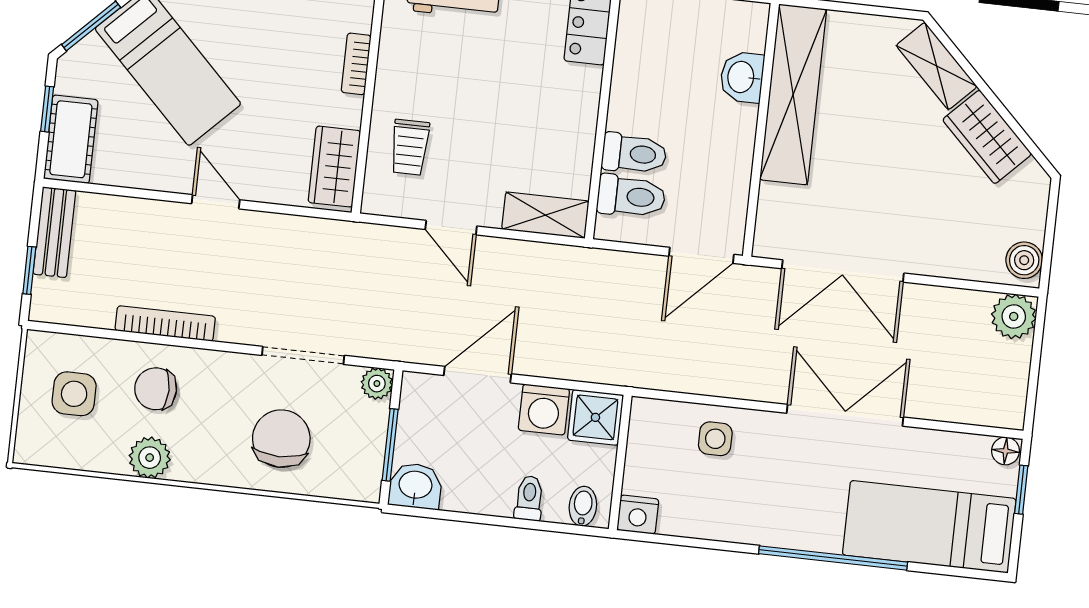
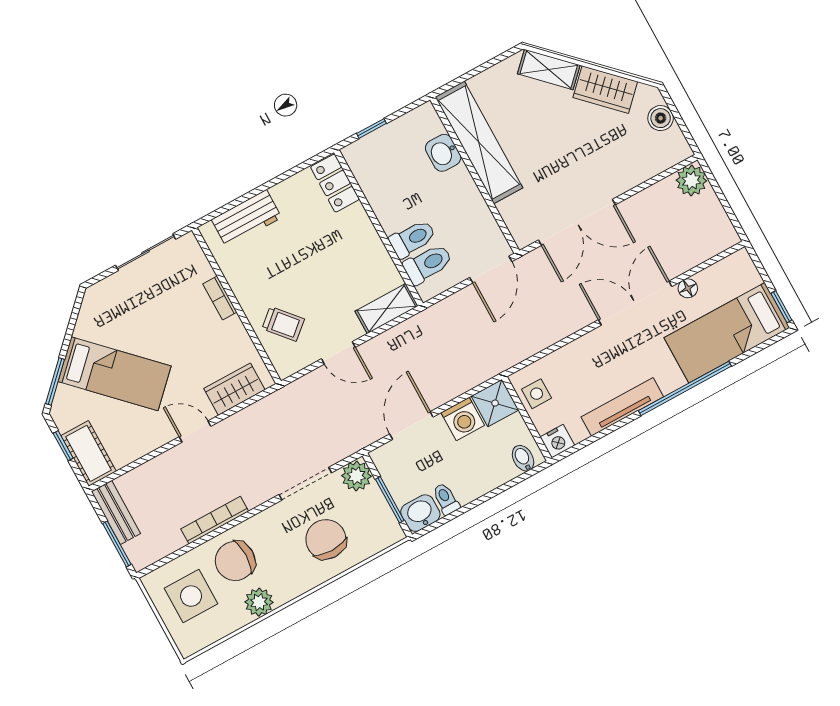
trolley: (410, 147) -> (283, 324), turned -41
wardrobe: (334, 167) -> (234, 389), moved, turned 90
boiler: (1024, 260) -> (661, 118), moved
window: (29, 270) -> (117, 544), width x1.50
plant: (377, 384) -> (356, 476), width x1.38, depth x1.38
chair: (156, 389) -> (235, 561), width x1.37, depth x1.37
side table: (74, 394) -> (191, 596), width x1.37, depth x1.37
side table: (715, 439) -> (537, 394), moved
floor lamp: (1005, 451) -> (688, 288), moved
window: (1021, 490) -> (781, 307), moved
toilet: (529, 498) -> (446, 499), moved
tv unit: (743, 528) -> (622, 407), added

